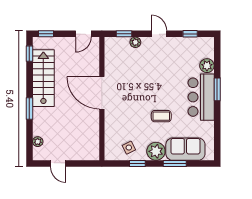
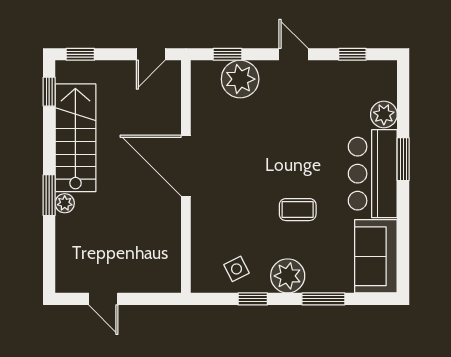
plant: (135, 42) -> (240, 79), width x1.88, depth x1.88
plant: (38, 142) -> (65, 203), moved
sofa: (185, 149) -> (376, 256), moved, turned -90

